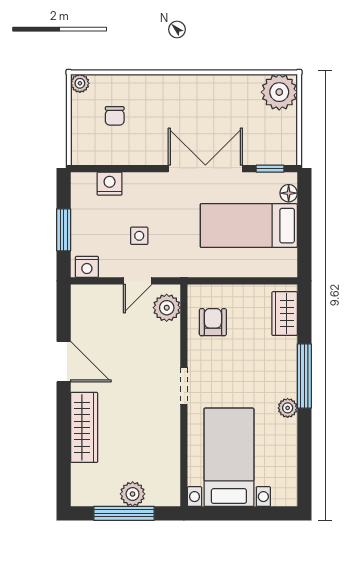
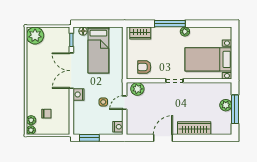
plant: (101, 84) -> (31, 120), added
nightstand: (110, 184) -> (78, 94), moved
window: (64, 230) -> (89, 138), moved
door: (138, 281) -> (125, 103), swing flipped

